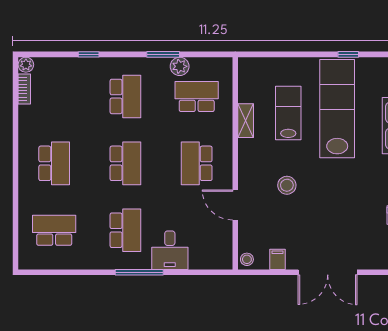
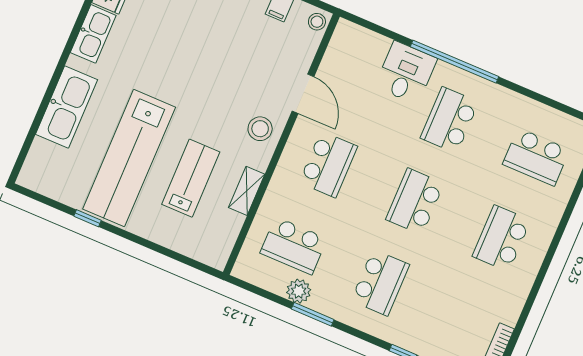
school desk: (125, 96) -> (380, 283), turned 180
lab bench: (288, 113) -> (191, 178), turned 180
stool: (287, 185) -> (260, 129), moved
window: (139, 272) -> (454, 62), width x1.46

